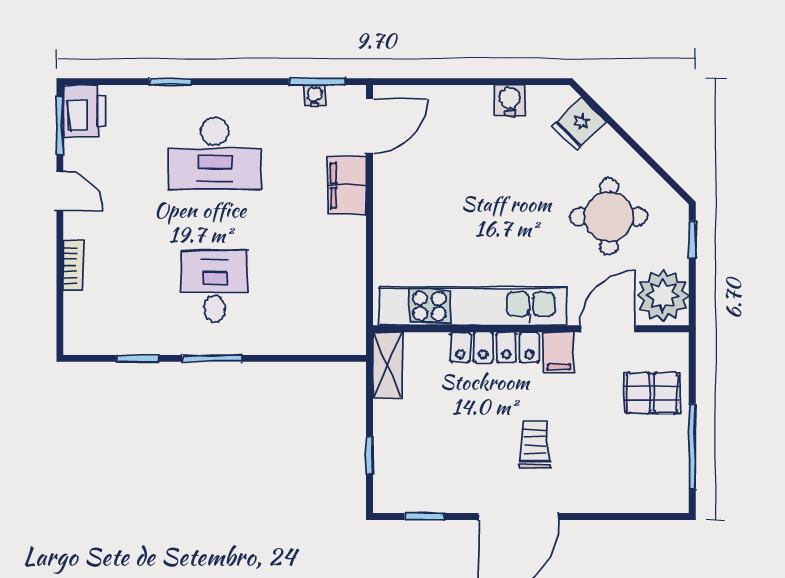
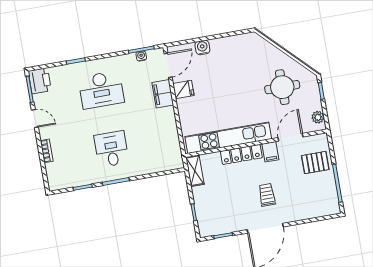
water cooler: (510, 100) -> (202, 47), moved
fridge: (579, 124) -> (183, 89), moved, turned -135
plant: (663, 296) -> (318, 117), width x0.53, depth x0.53

